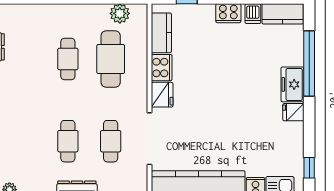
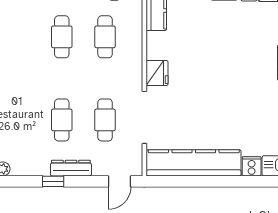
cafe table: (111, 59) -> (105, 37), width x0.73, depth x0.74
cooker: (162, 68) -> (157, 45), removed

